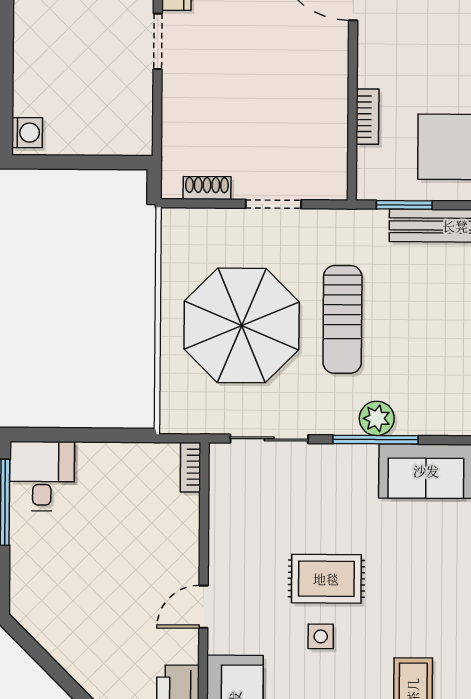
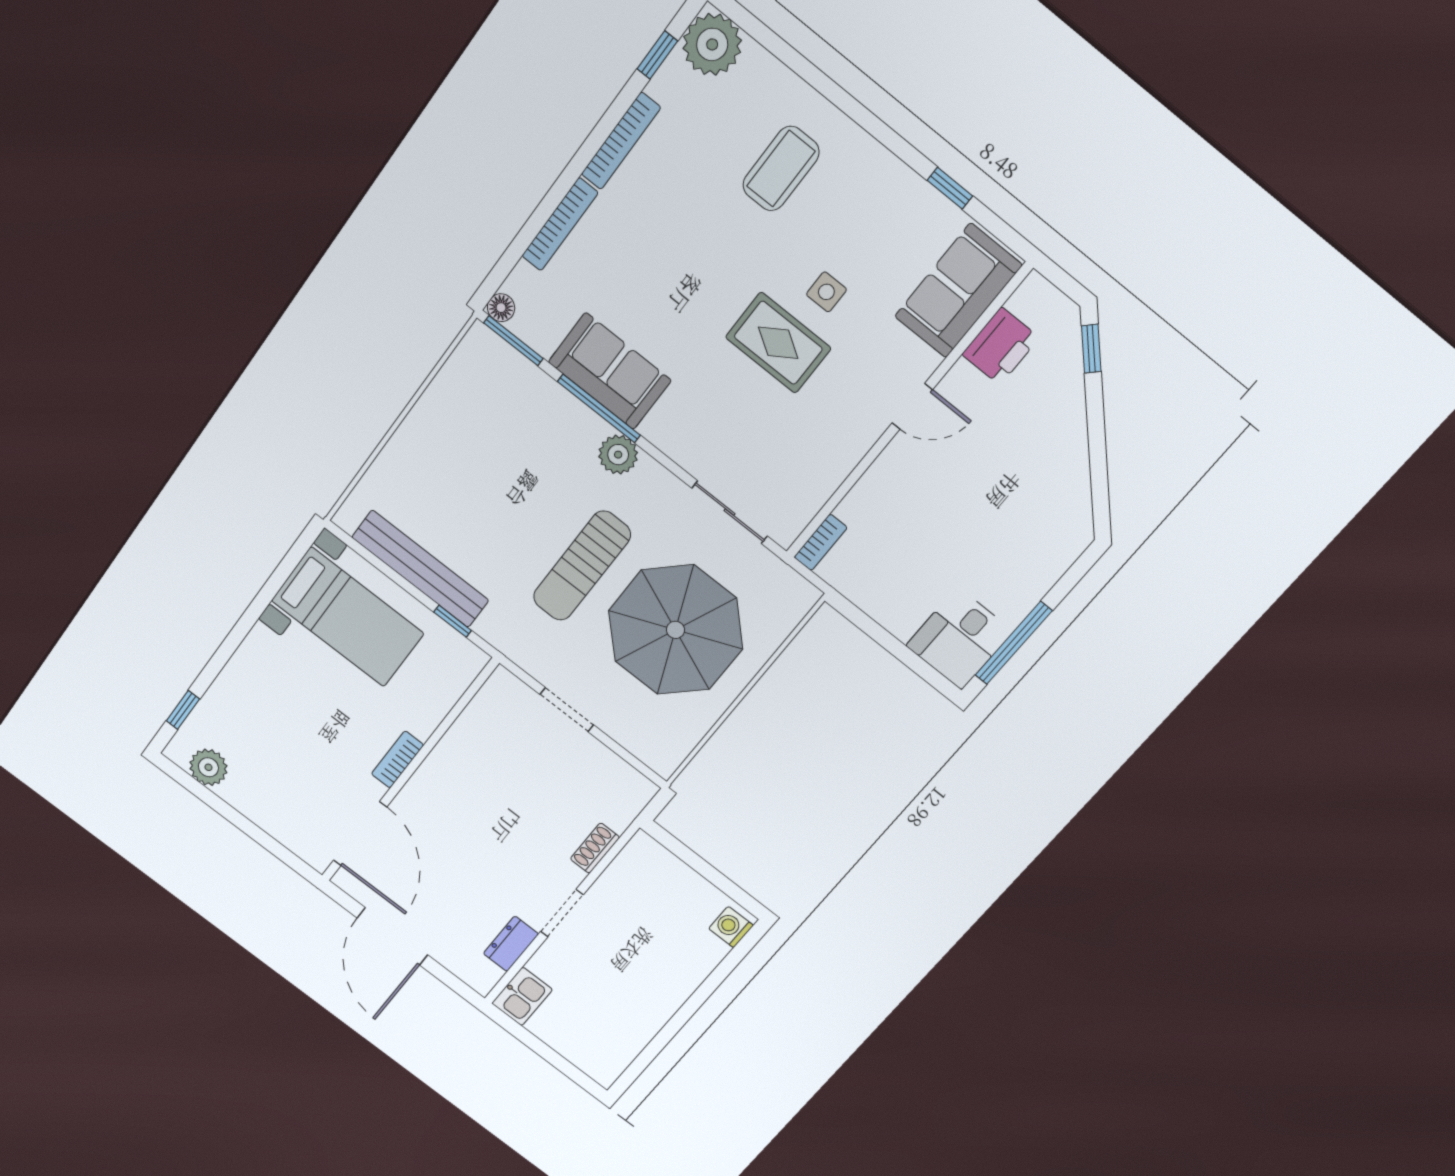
bookcase: (367, 117) -> (397, 759), moved
shoe rack: (207, 188) -> (595, 848), moved, turned 90
window: (404, 205) -> (453, 621), width x0.67
sun lounger: (342, 319) -> (582, 566), turned 180
window: (376, 440) -> (599, 408), moved

